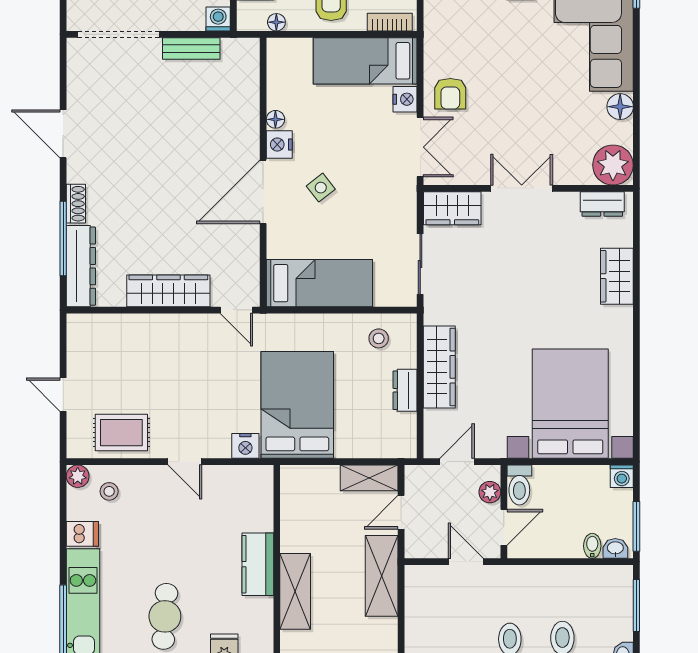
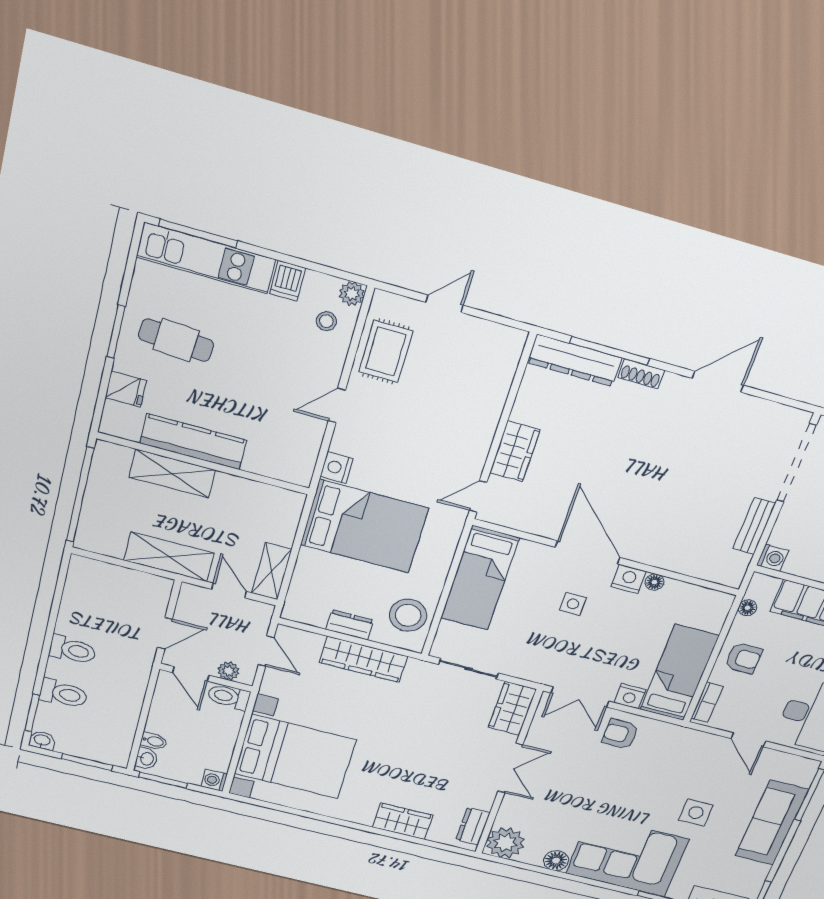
side table: (321, 188) -> (573, 604), turned 38
wardrobe: (168, 291) -> (515, 451), width x0.67
stool: (379, 338) -> (408, 615), width x1.89, depth x1.89
kitchen counter: (258, 564) -> (193, 442), width x1.50

